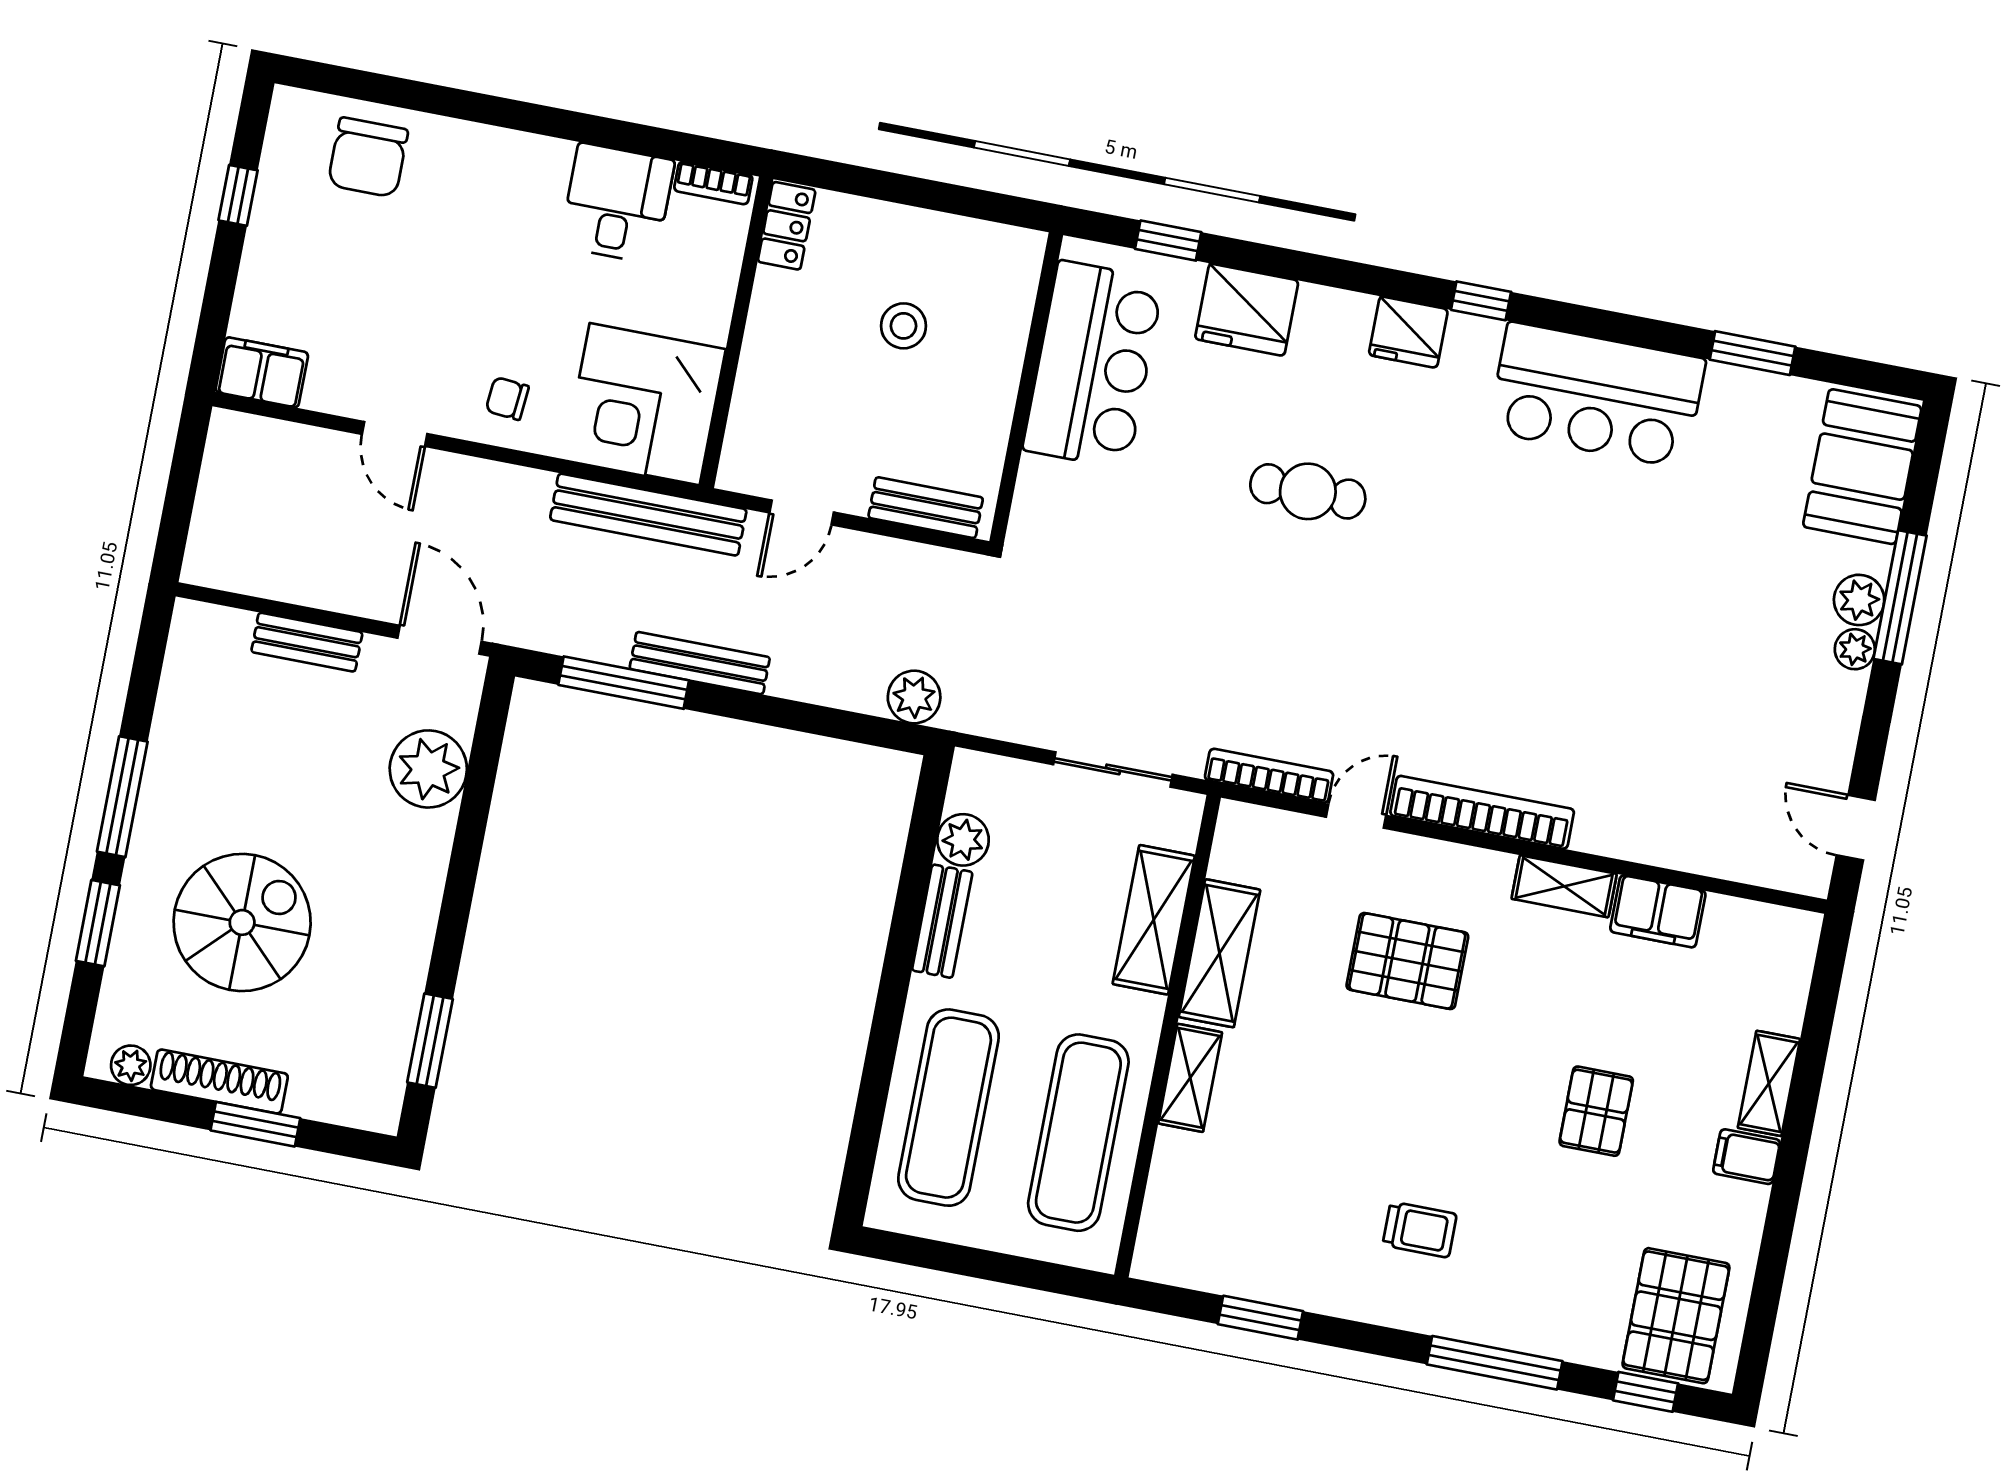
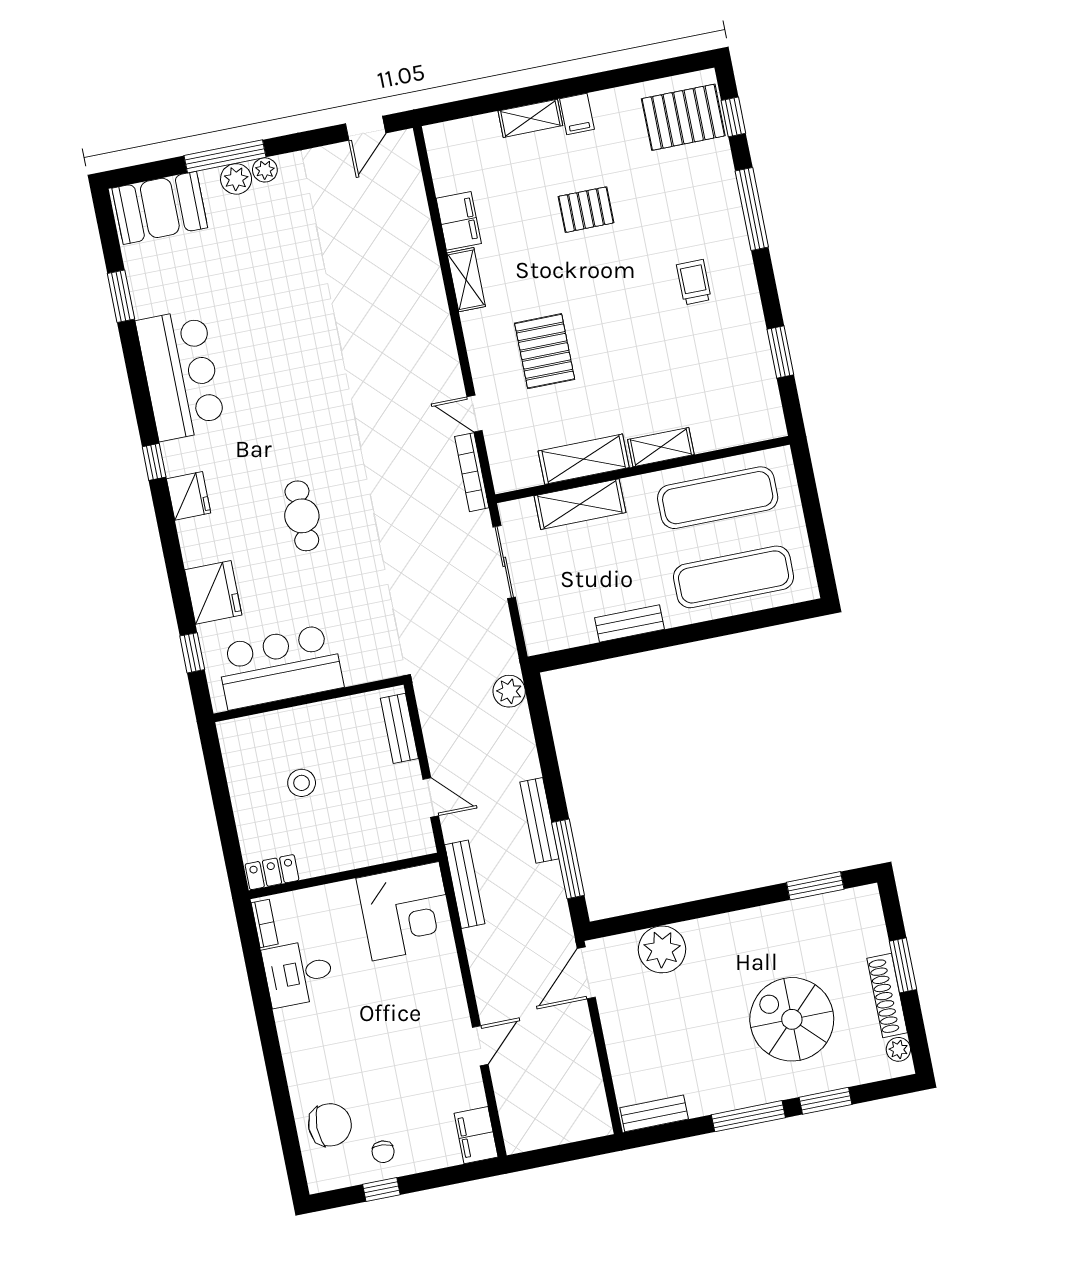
chair: (507, 398) -> (383, 1152), moved
bench: (648, 515) -> (465, 884), width x0.73, depth x0.82
bench: (307, 642) -> (654, 1113), moved, turned 90
bookcase: (1482, 812) -> (443, 343), removed
plant: (963, 840) -> (579, 631), removed

